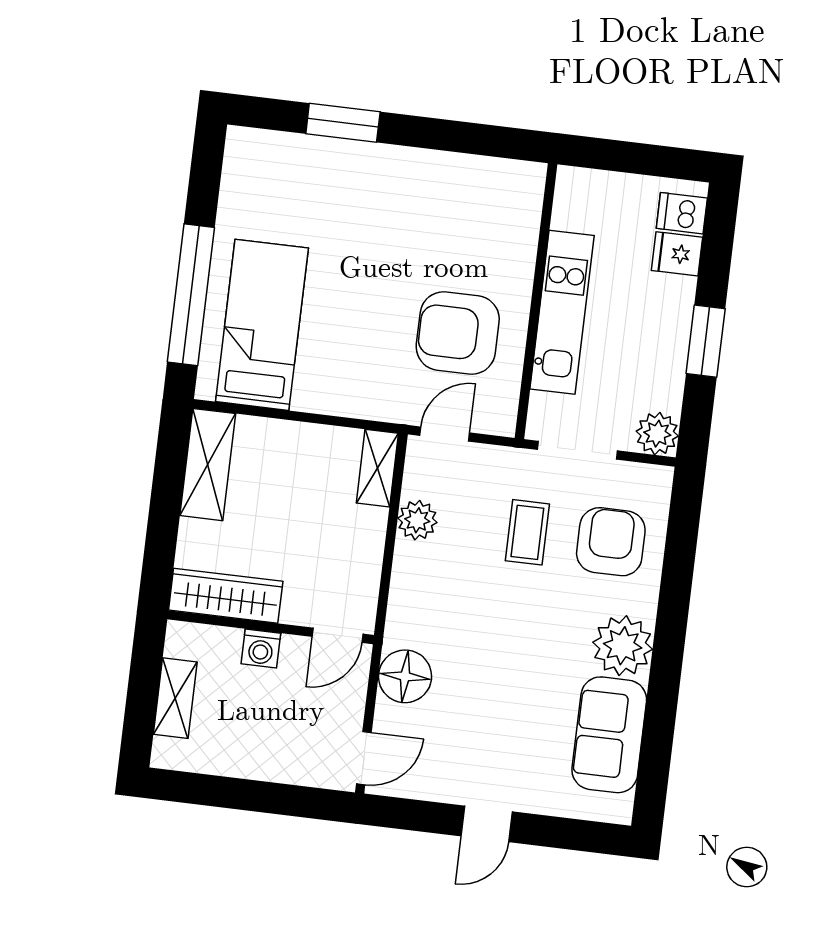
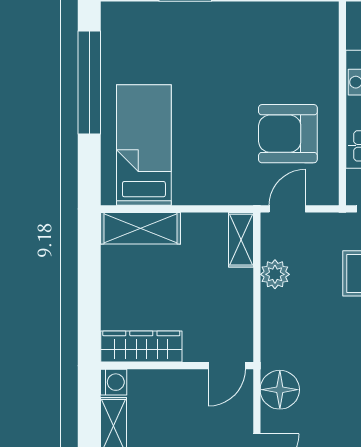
window: (191, 295) -> (89, 82), moved
shelving: (208, 465) -> (140, 228), moved, turned 90
washing machine: (261, 649) -> (114, 382), moved, turned -90

